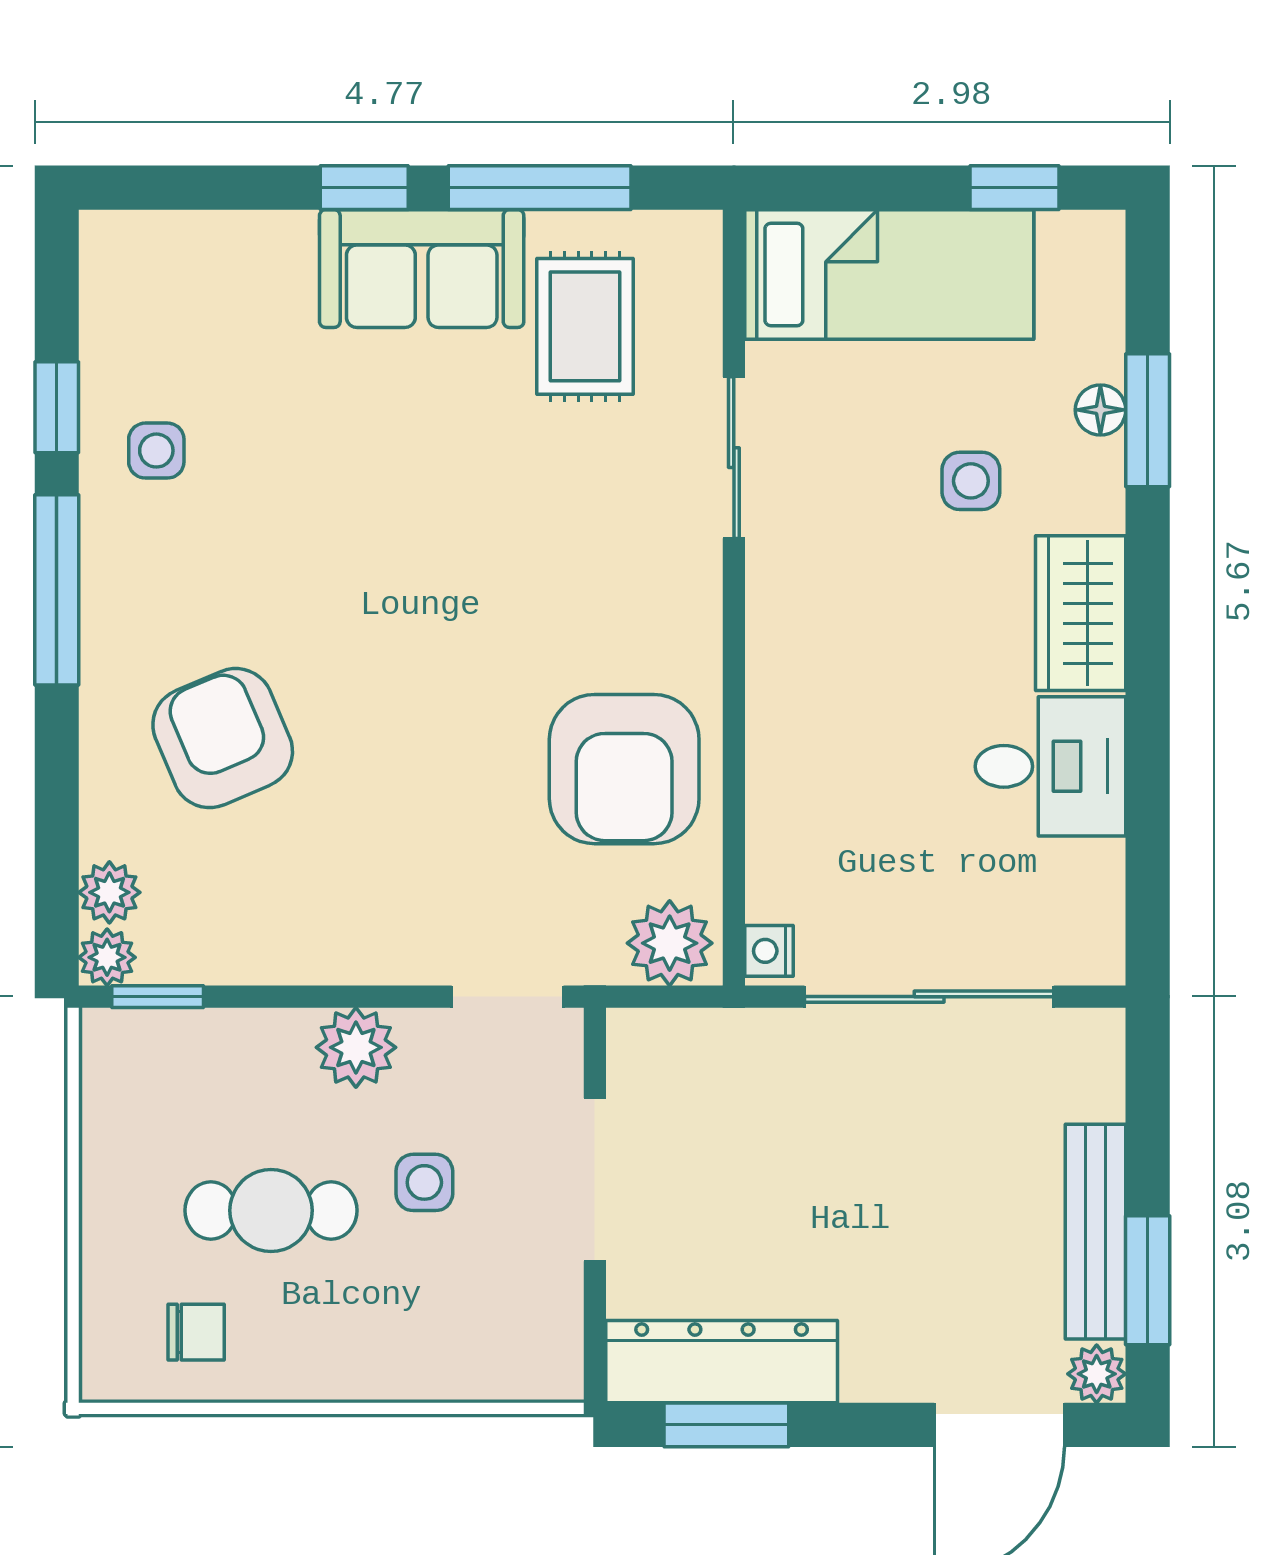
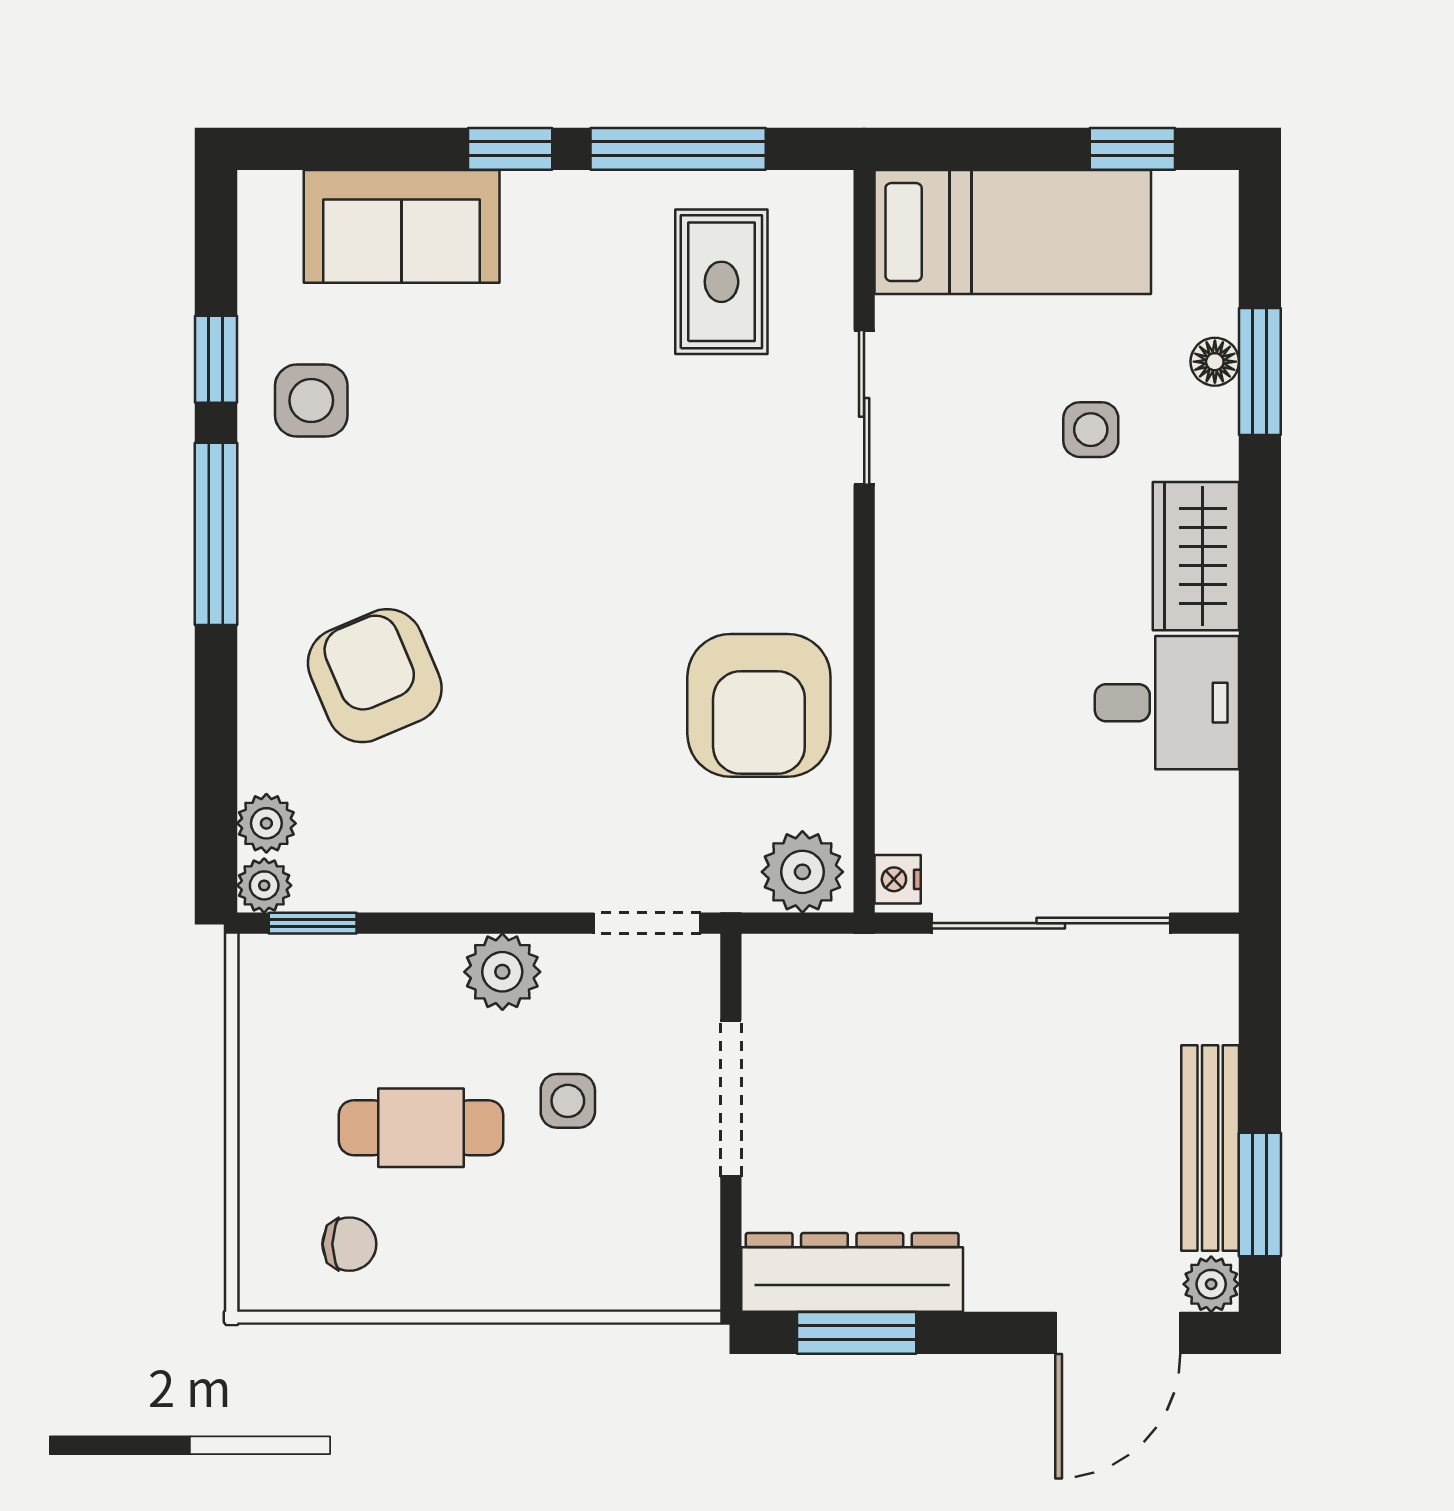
sofa: (422, 269) -> (402, 226), moved
side table: (156, 451) -> (311, 401), width x1.37, depth x1.37

